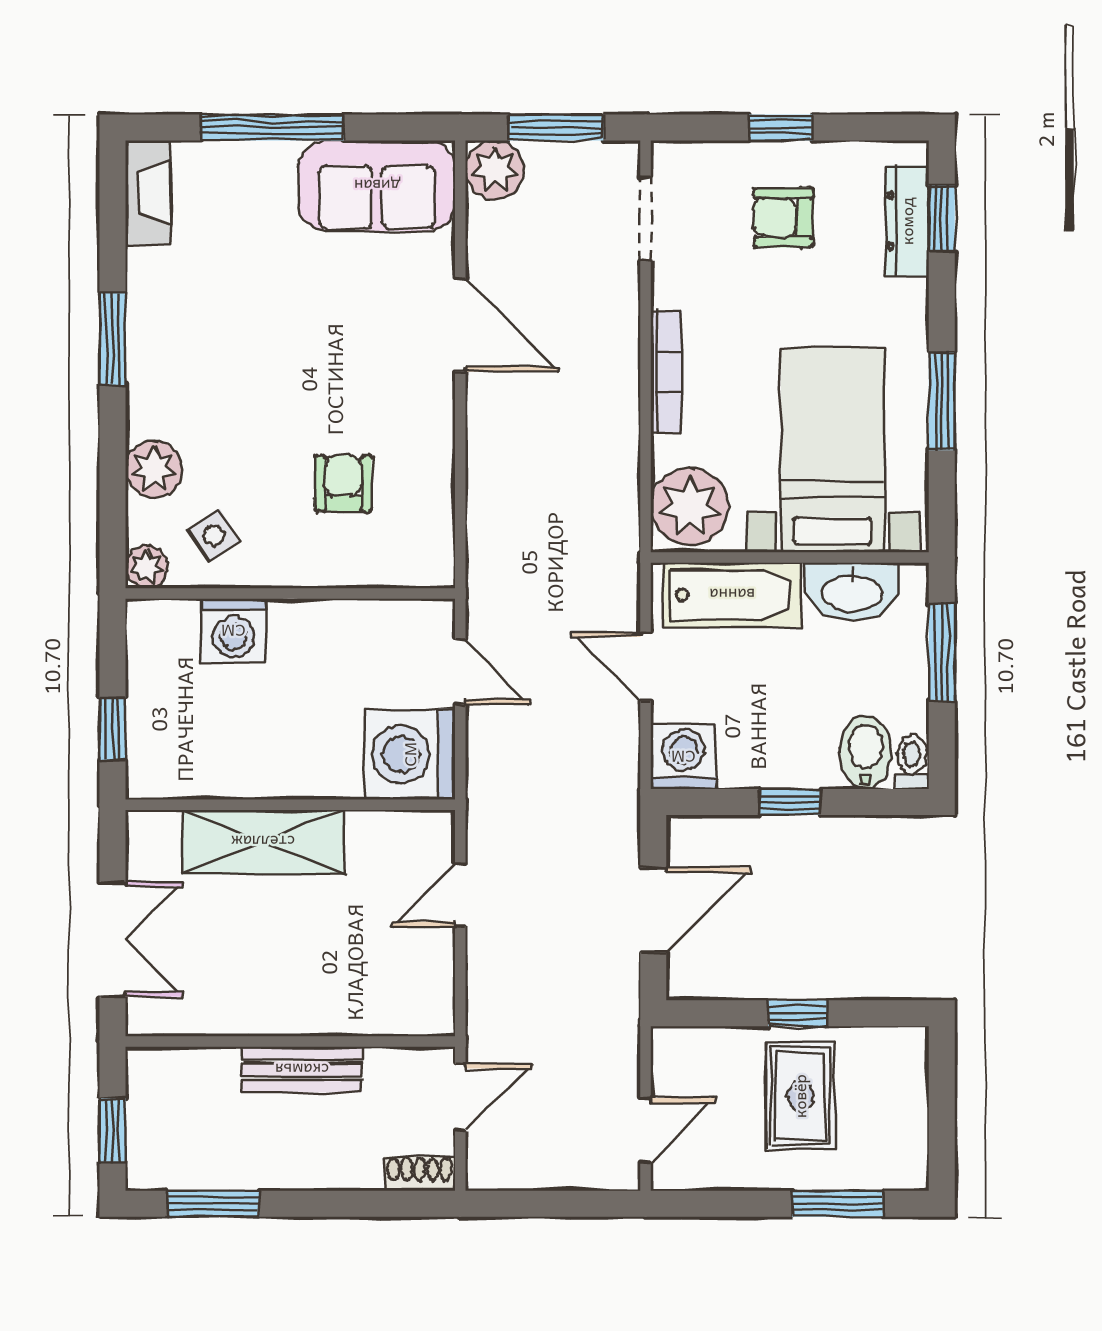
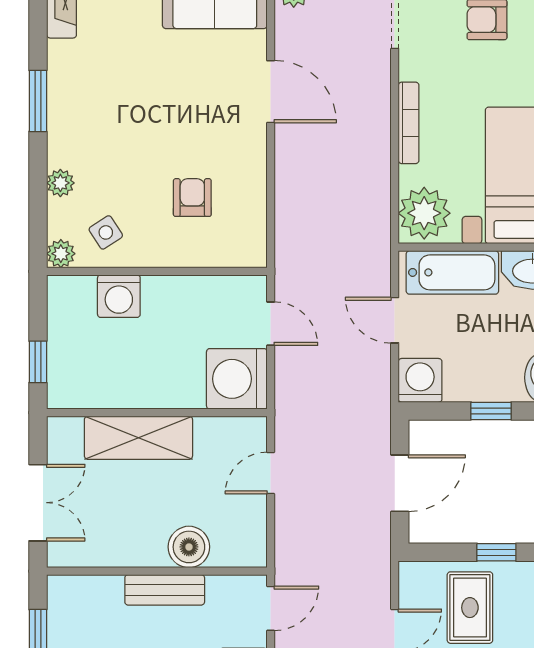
plant: (154, 469) -> (60, 183), width x0.73, depth x0.73
boiler: (338, 1005) -> (189, 547), added
rug: (800, 1096) -> (470, 608), moved

